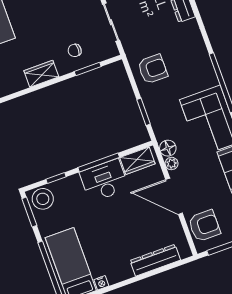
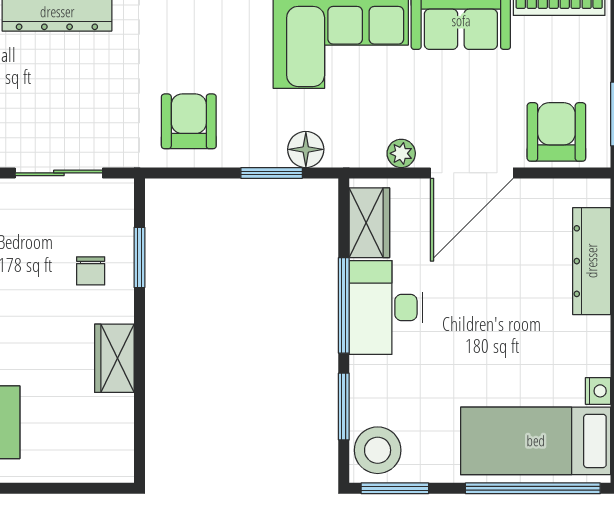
floor lamp: (168, 148) -> (306, 149), moved
window: (56, 178) -> (344, 407), width x1.50

